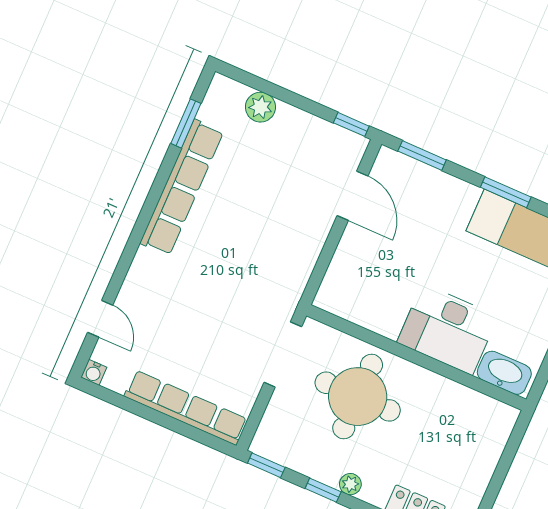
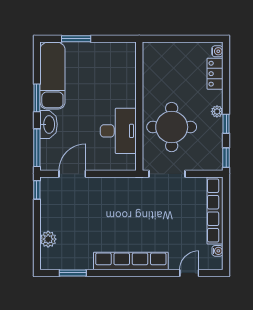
window: (422, 155) -> (37, 148), width x1.44
row of seats: (182, 187) -> (131, 261), moved
desk: (447, 329) -> (118, 131), moved
water cooler: (94, 372) -> (218, 251), moved
washbasin: (504, 373) -> (49, 124), moved, turned 180

